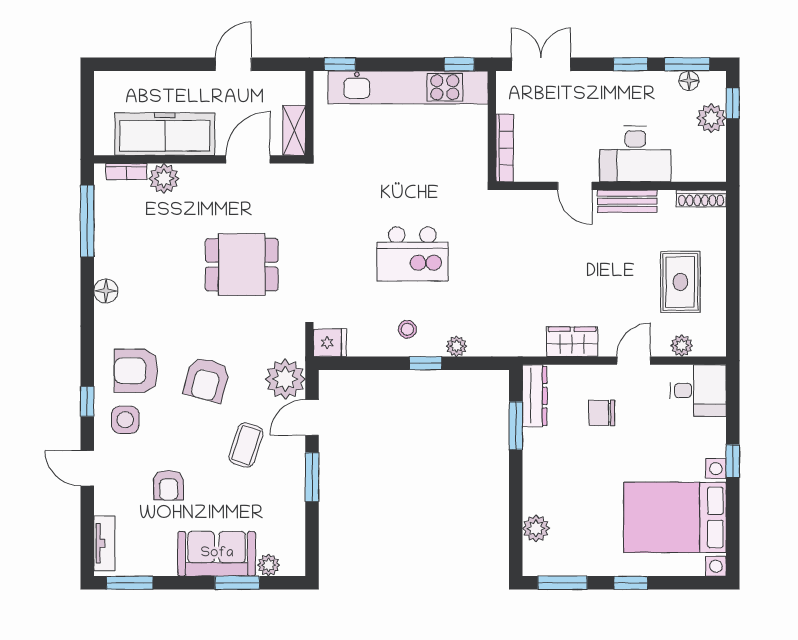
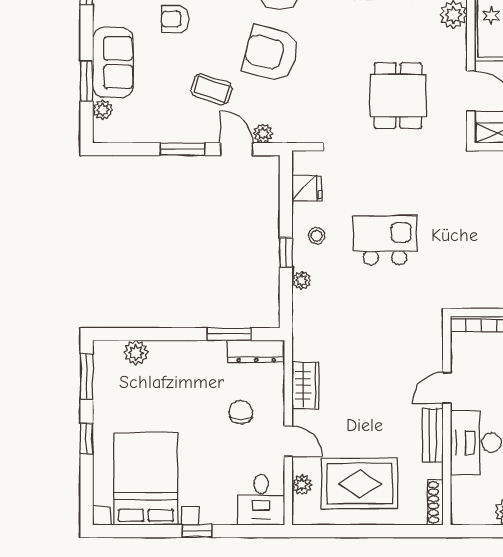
kitchen island: (412, 254) -> (385, 240), turned 90
dining table: (242, 265) -> (398, 96), moved
rug: (680, 282) -> (360, 484), width x1.36, depth x1.43
fridge: (330, 343) -> (307, 188), moved, turned -90
plant: (285, 379) -> (263, 133), width x0.53, depth x0.53
armchair: (207, 380) -> (271, 54), width x1.36, depth x1.36

